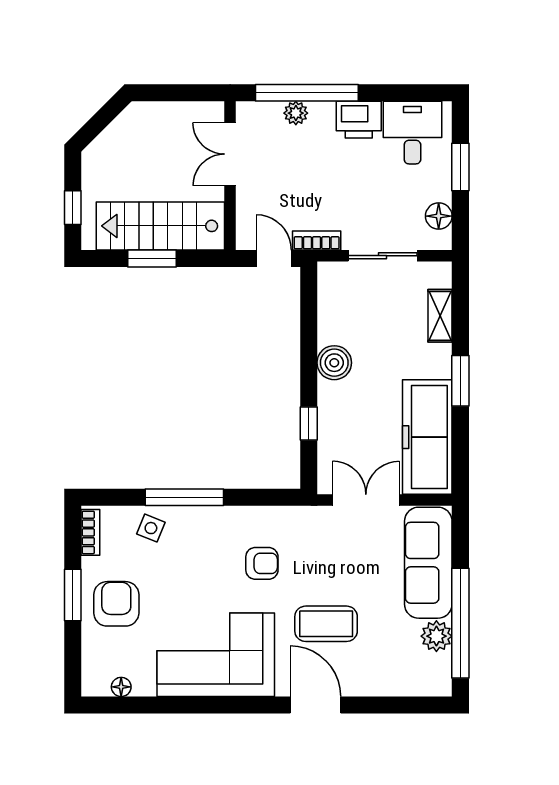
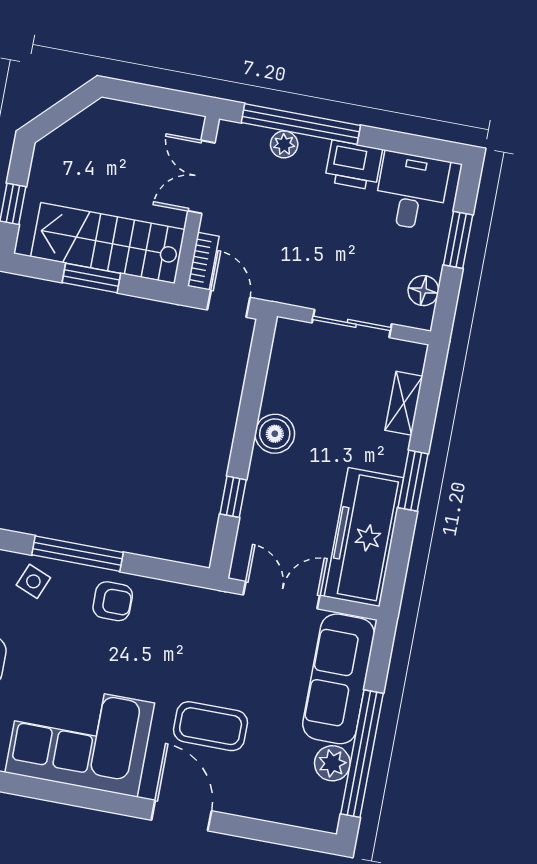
bookcase: (317, 240) -> (203, 261), moved, turned 90
armchair: (262, 563) -> (113, 601), moved

